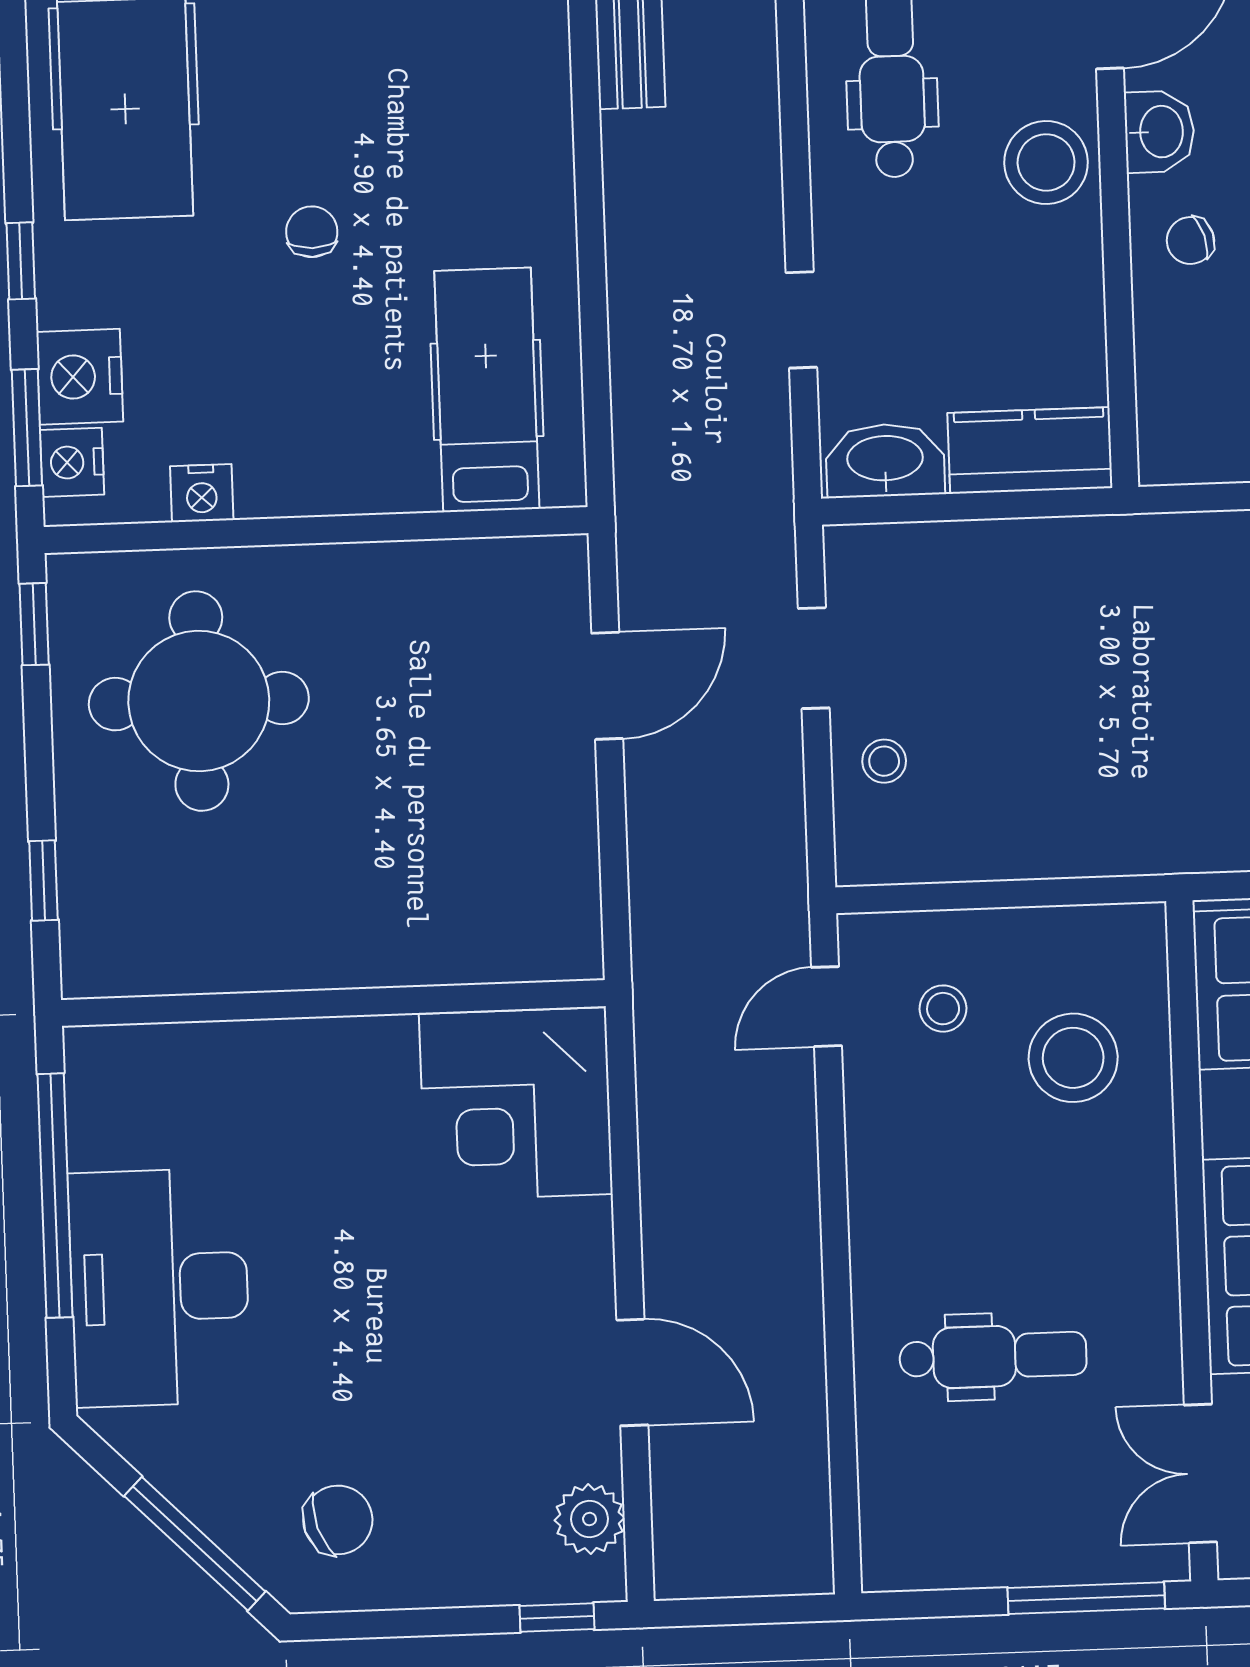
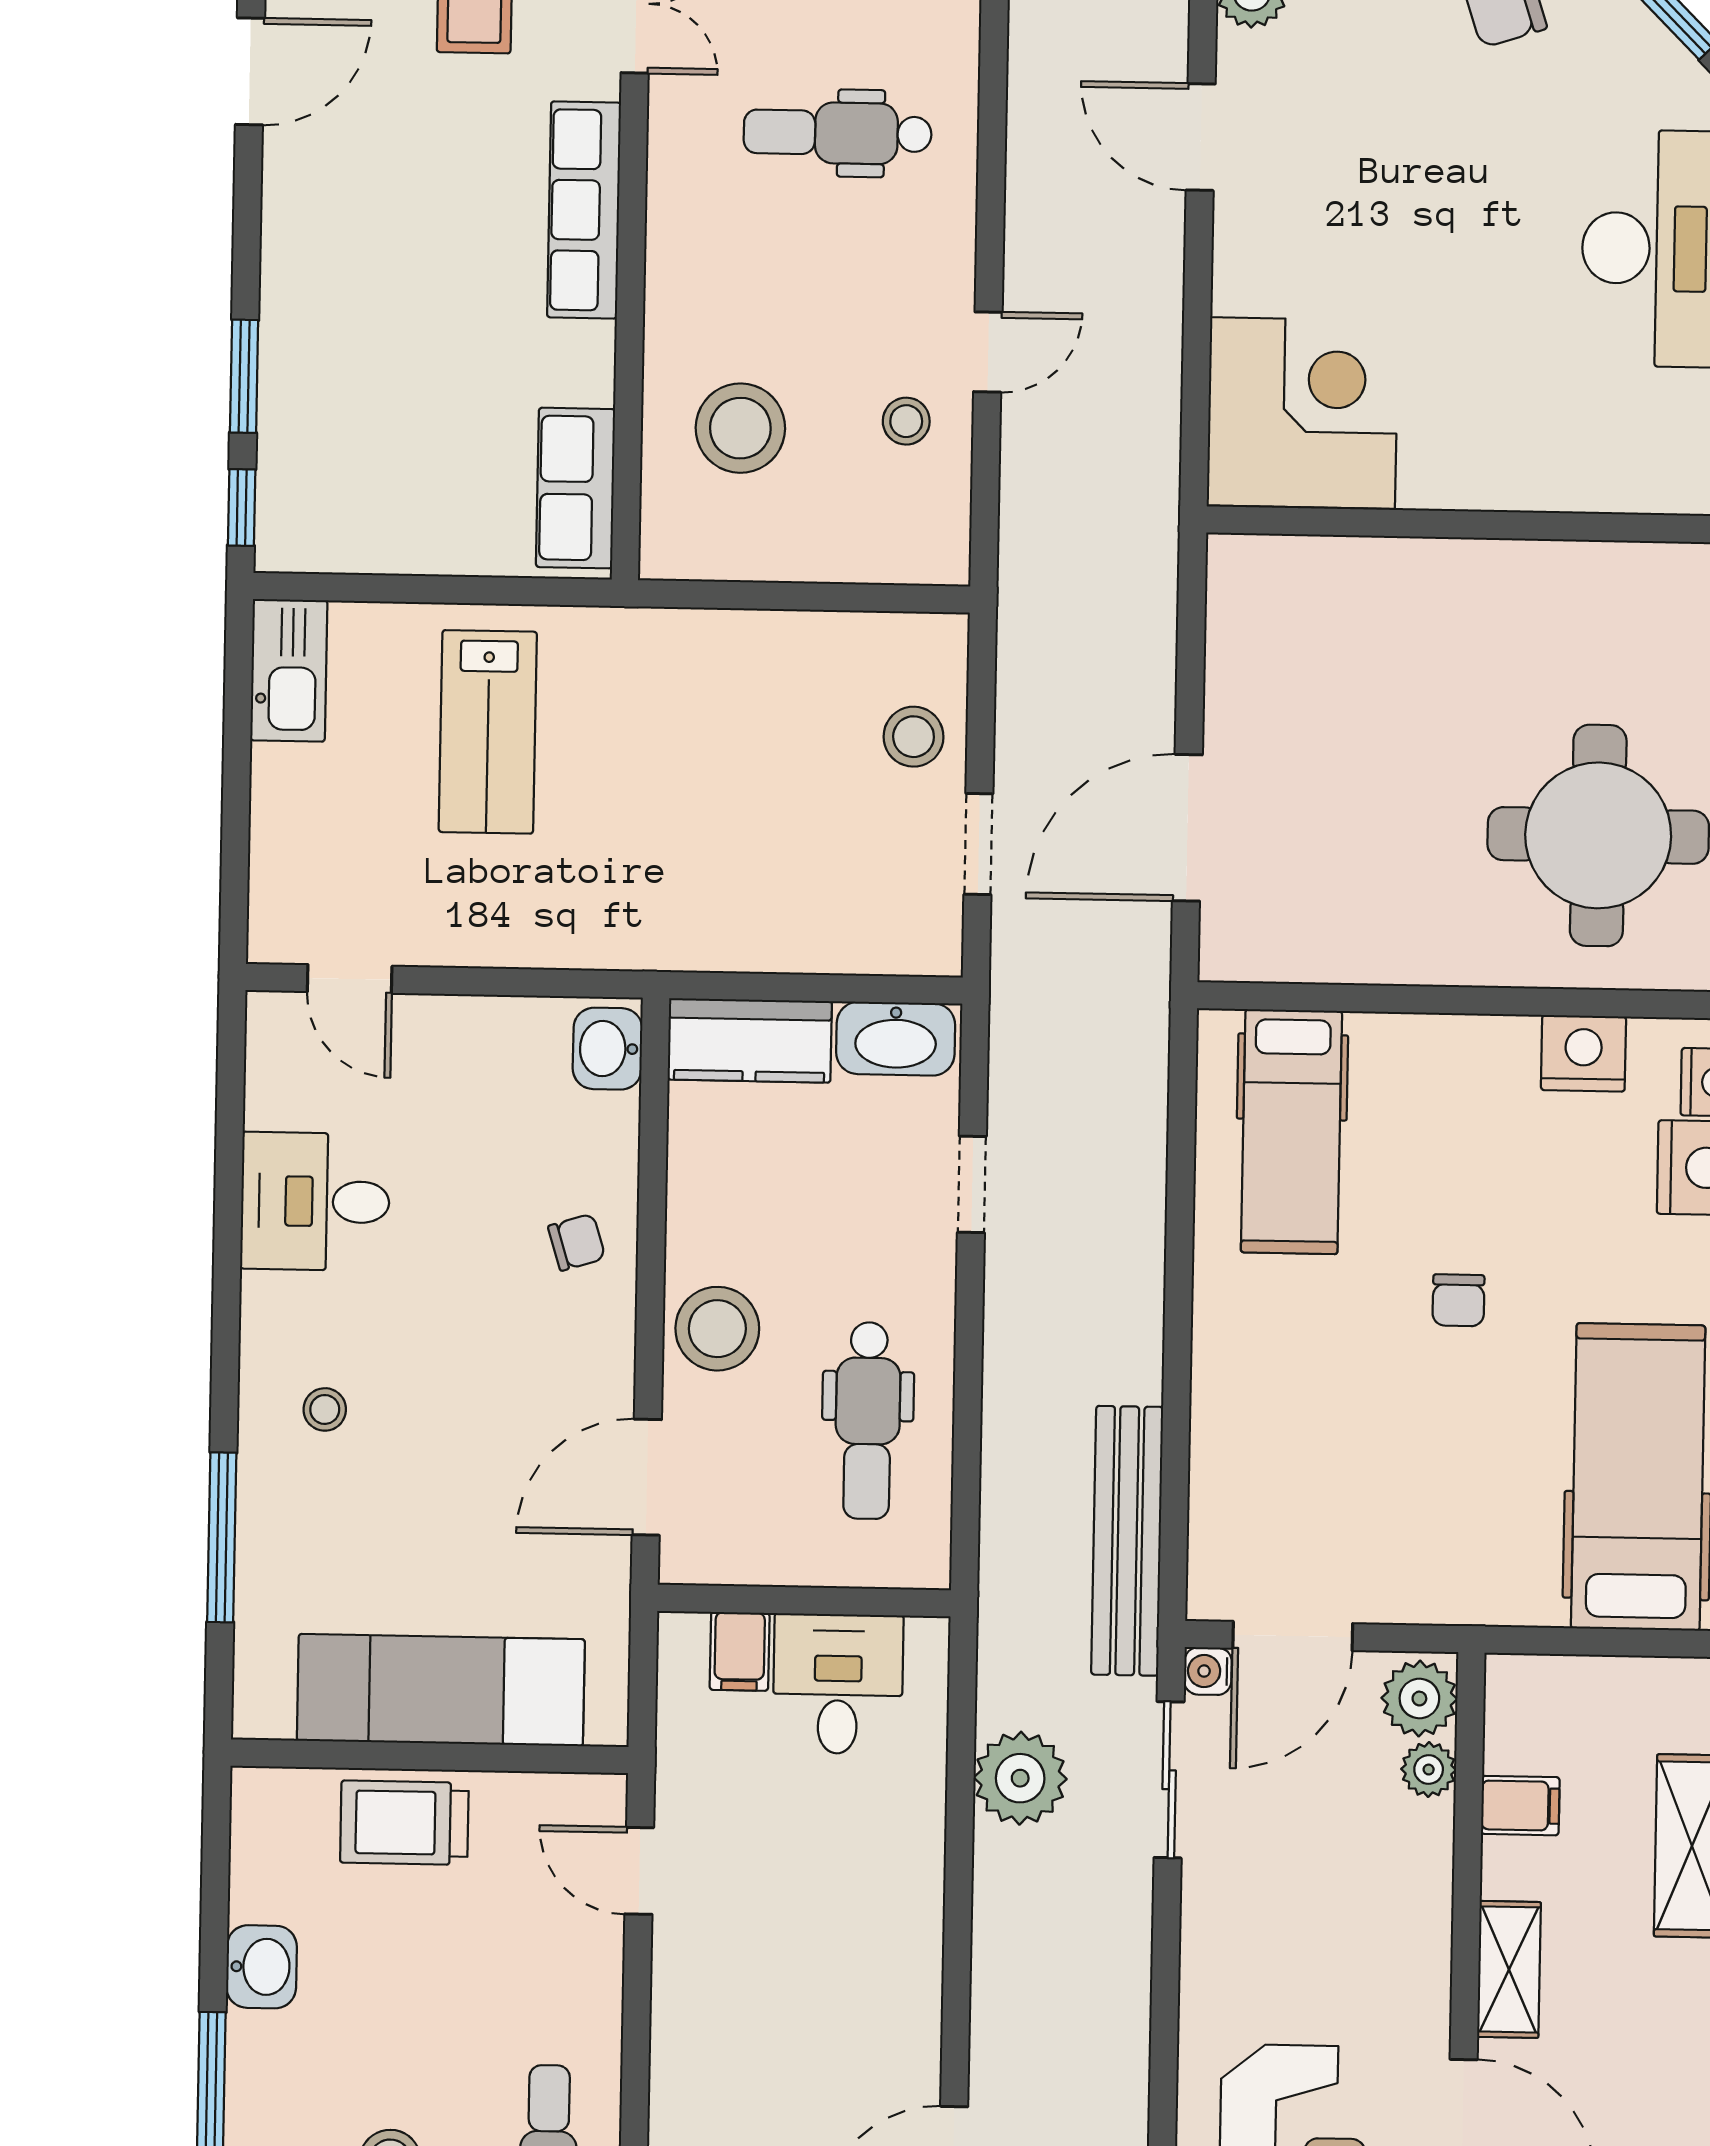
washbasin: (1159, 132) -> (608, 1049), moved
nightstand: (202, 493) -> (1583, 1053), width x1.36, depth x1.33
door: (607, 686) -> (1187, 828), width x1.36
stool: (884, 761) -> (914, 737), width x1.37, depth x1.37
door: (827, 1007) -> (988, 352), moved
stool: (943, 1009) -> (906, 421), moved

